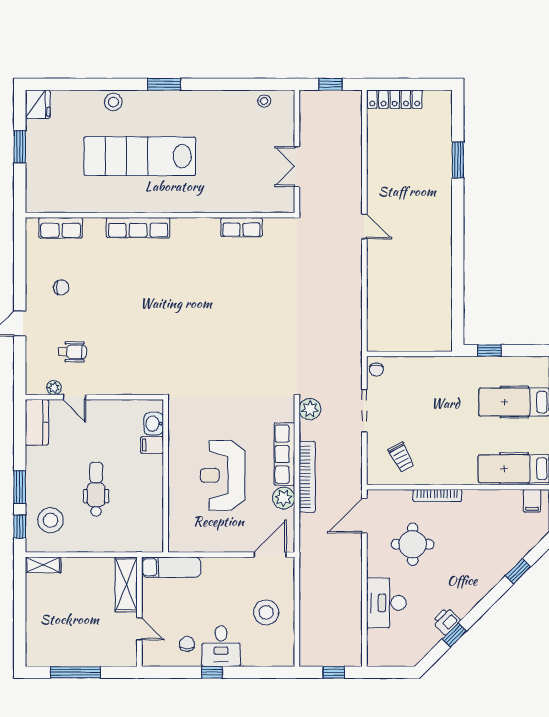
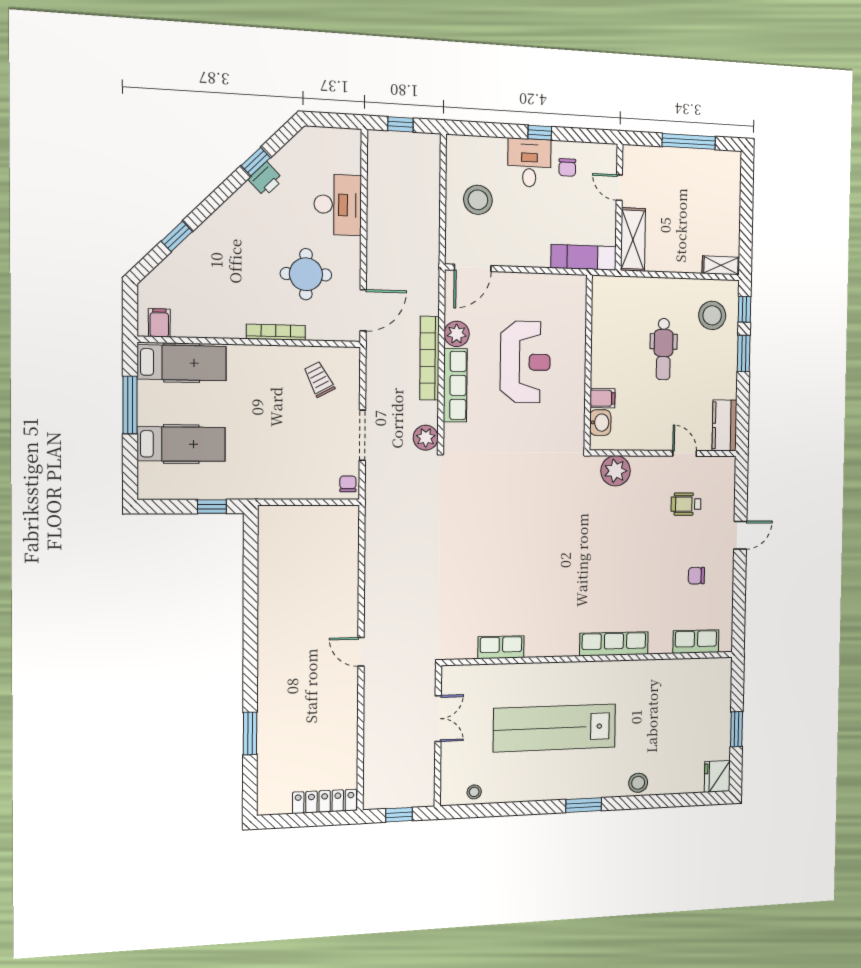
lab bench: (140, 156) -> (555, 728), moved, turned 180
plant: (54, 388) -> (616, 471), moved, width x1.88, depth x1.88

